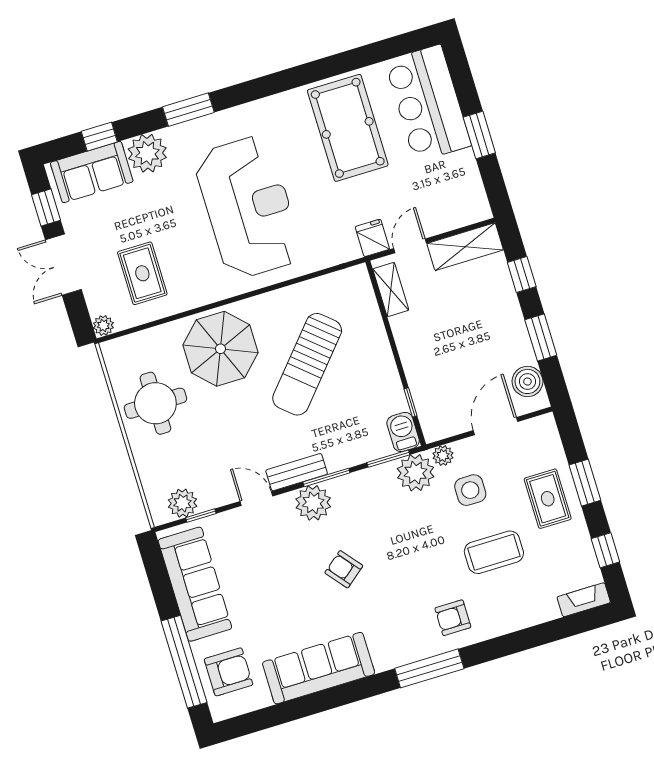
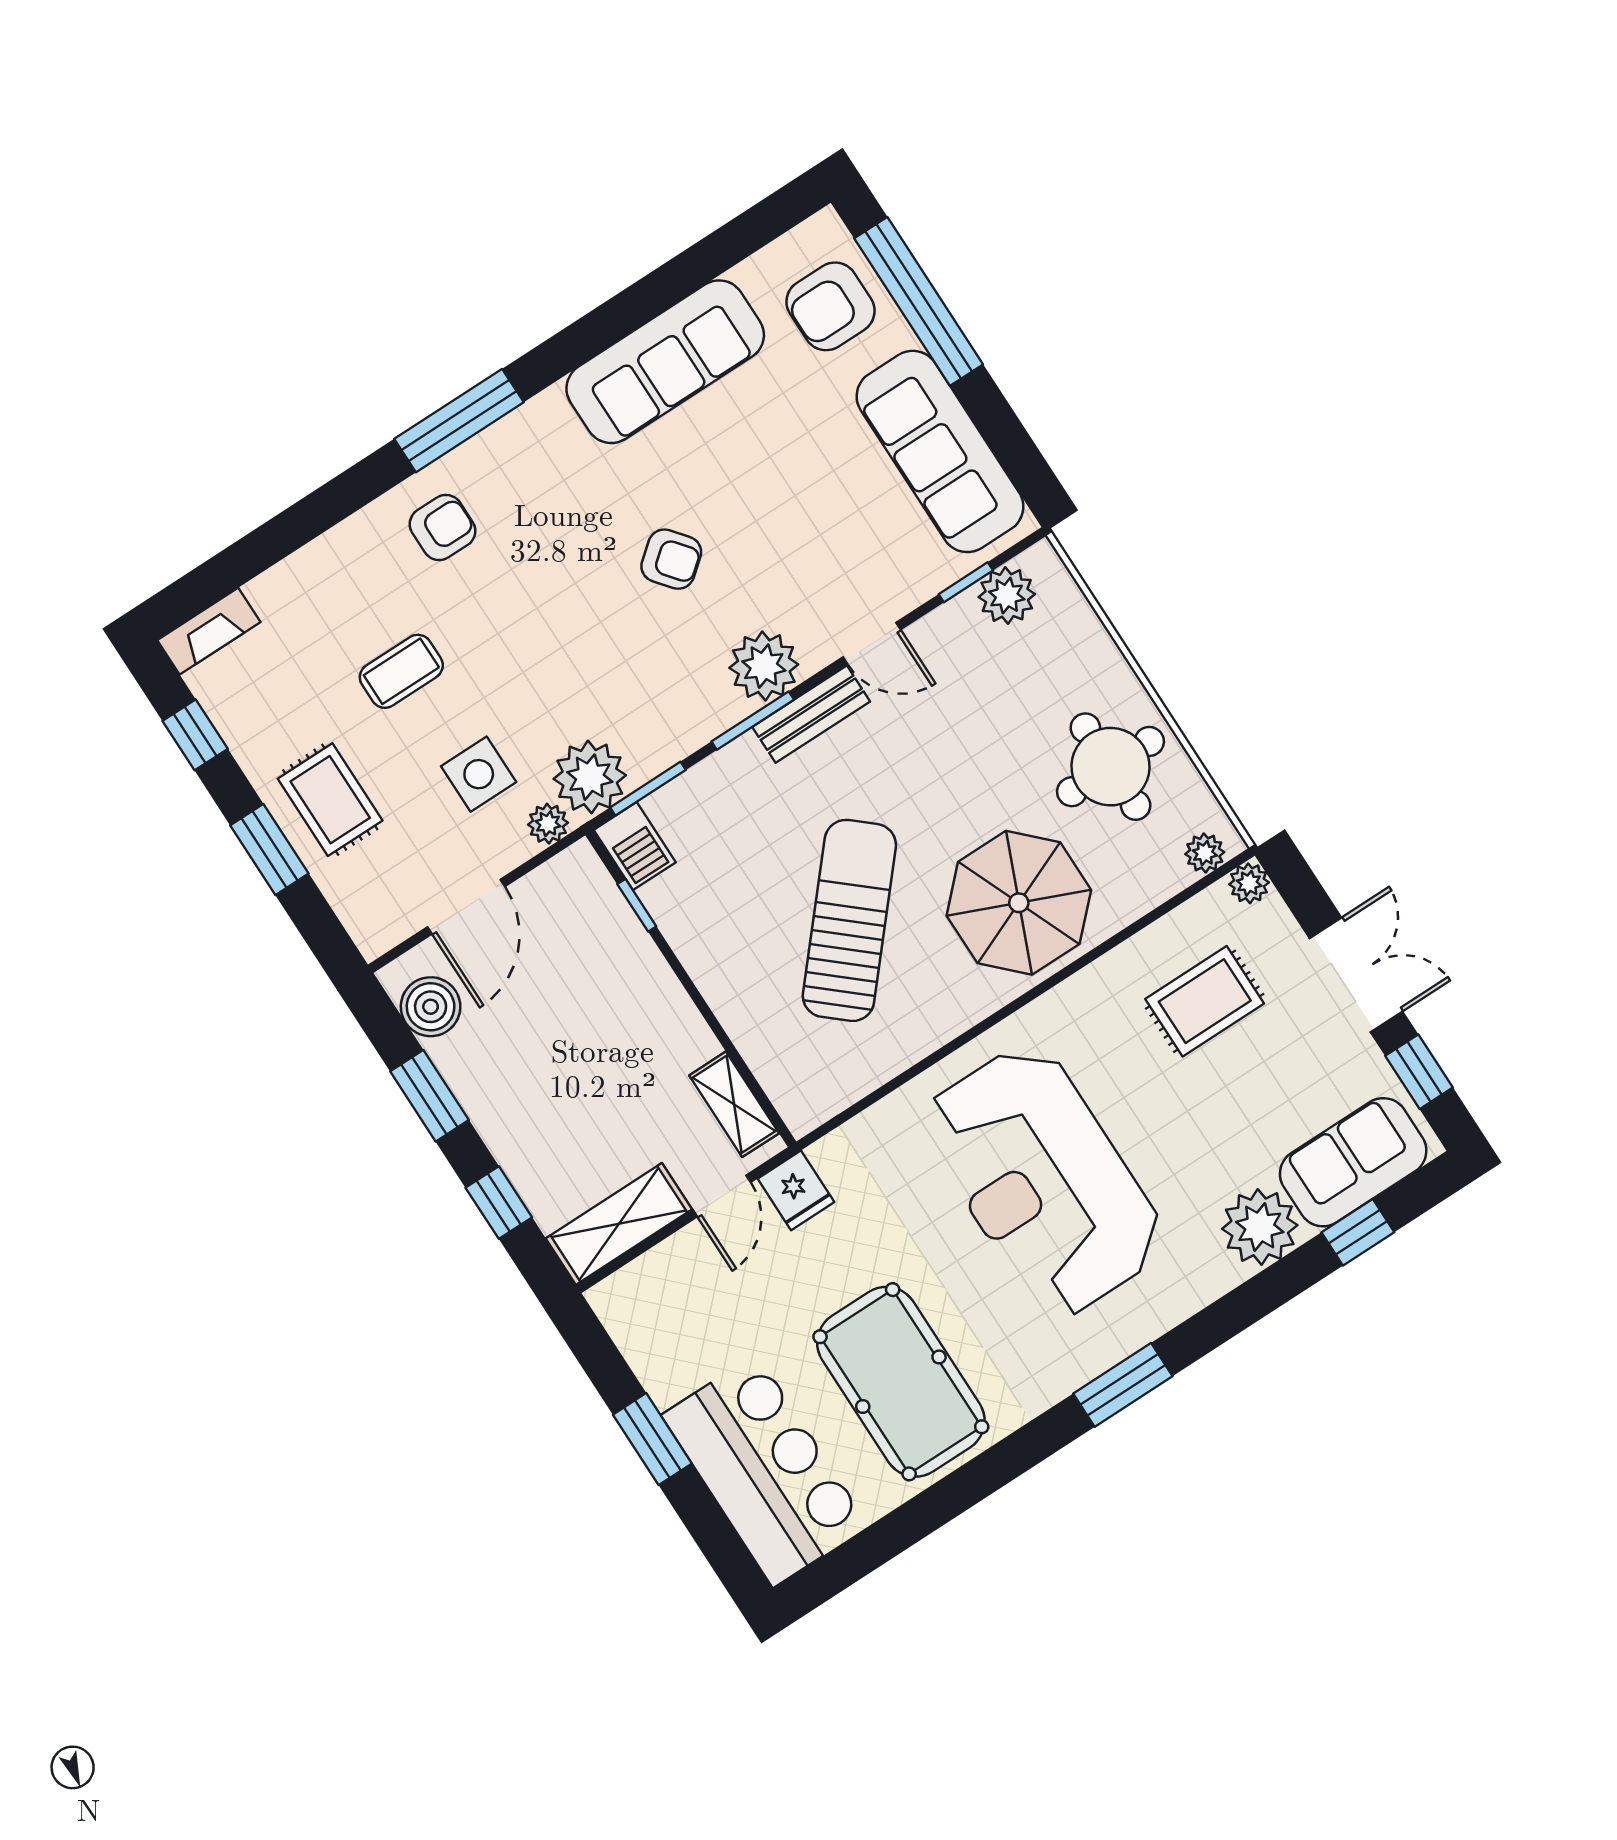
window: (188, 110) -> (1123, 1385), moved
rug: (142, 273) -> (1205, 1001), turned 90
plant: (121, 347) -> (1205, 853), added
coffee table: (494, 552) -> (401, 671), width x0.73, depth x0.77

